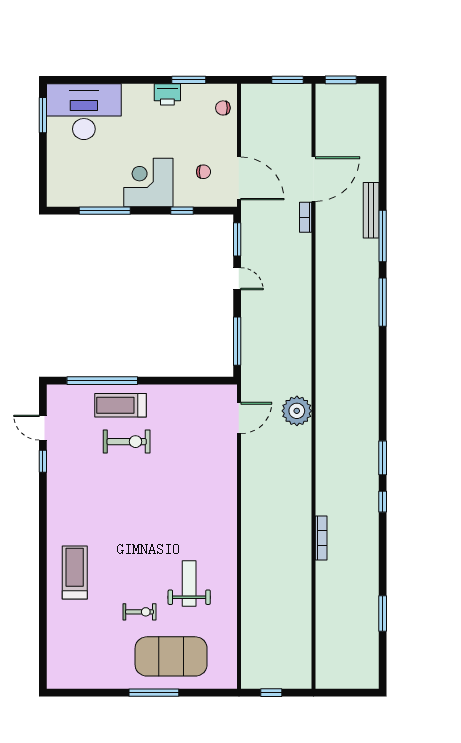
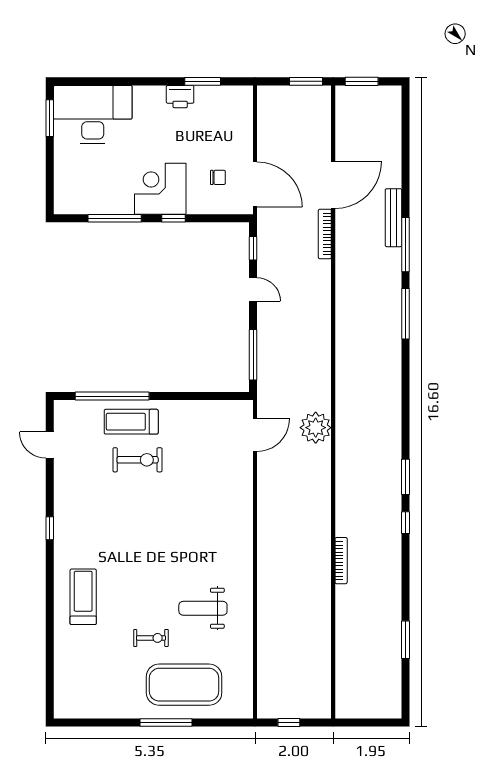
chair: (223, 108) -> (238, 111), removed
window: (182, 211) -> (174, 218), moved
bookcase: (306, 217) -> (325, 234), width x1.56
window: (237, 239) -> (253, 248), width x0.67
window: (43, 461) -> (50, 528), moved
weight bench: (189, 583) -> (203, 608), turned -90

